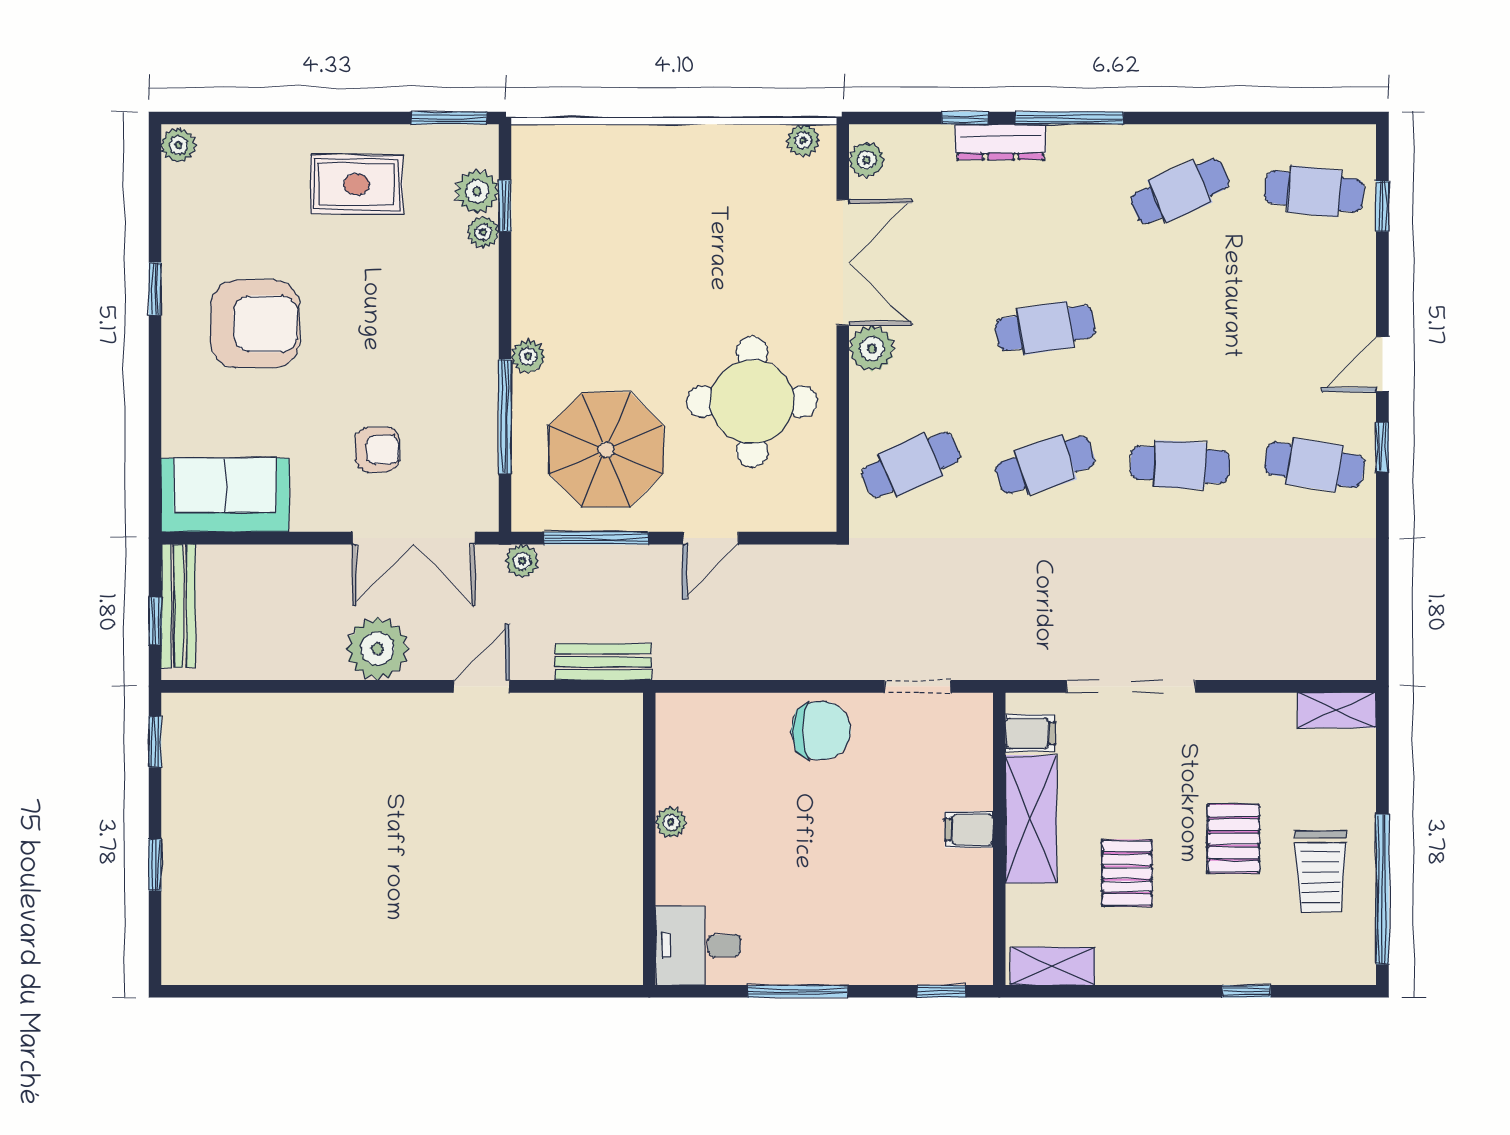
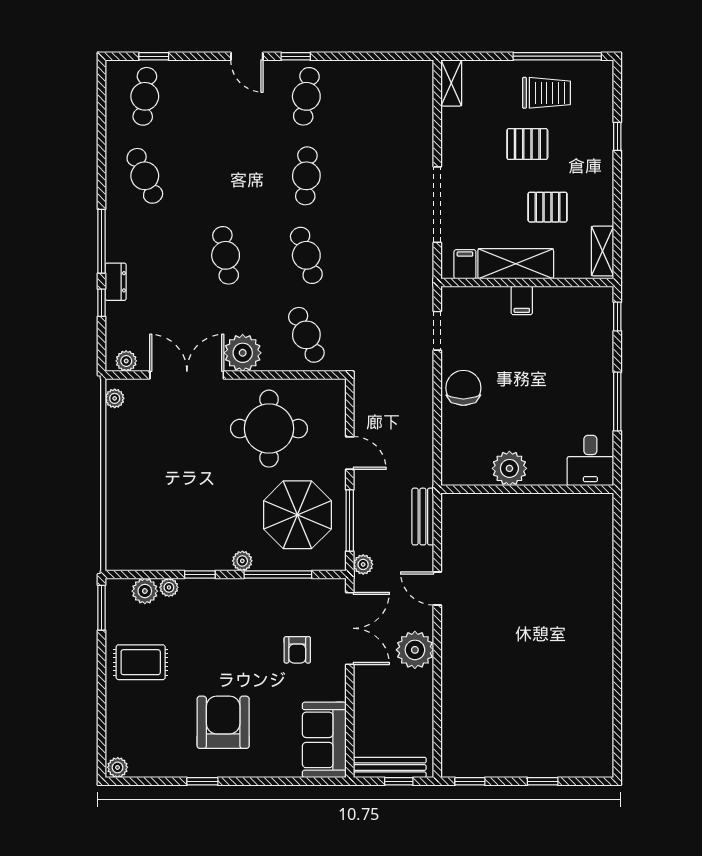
dresser: (1001, 142) -> (116, 282), width x0.70
rug: (357, 184) -> (141, 662), turned 90
window: (505, 206) -> (200, 574), moved
plant: (872, 349) -> (243, 353), width x1.36, depth x1.36
armchair: (377, 450) -> (297, 650), turned 180
plant: (671, 822) -> (509, 468), width x1.88, depth x1.88

